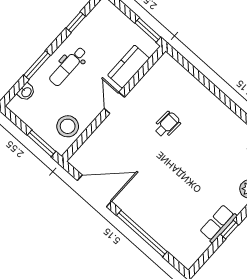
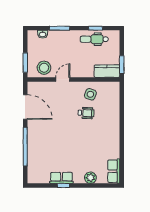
dental chair: (68, 66) -> (94, 39), moved
kitchen counter: (129, 67) -> (107, 71), moved
side table: (149, 99) -> (90, 94), added
door: (114, 103) -> (63, 80), moved

